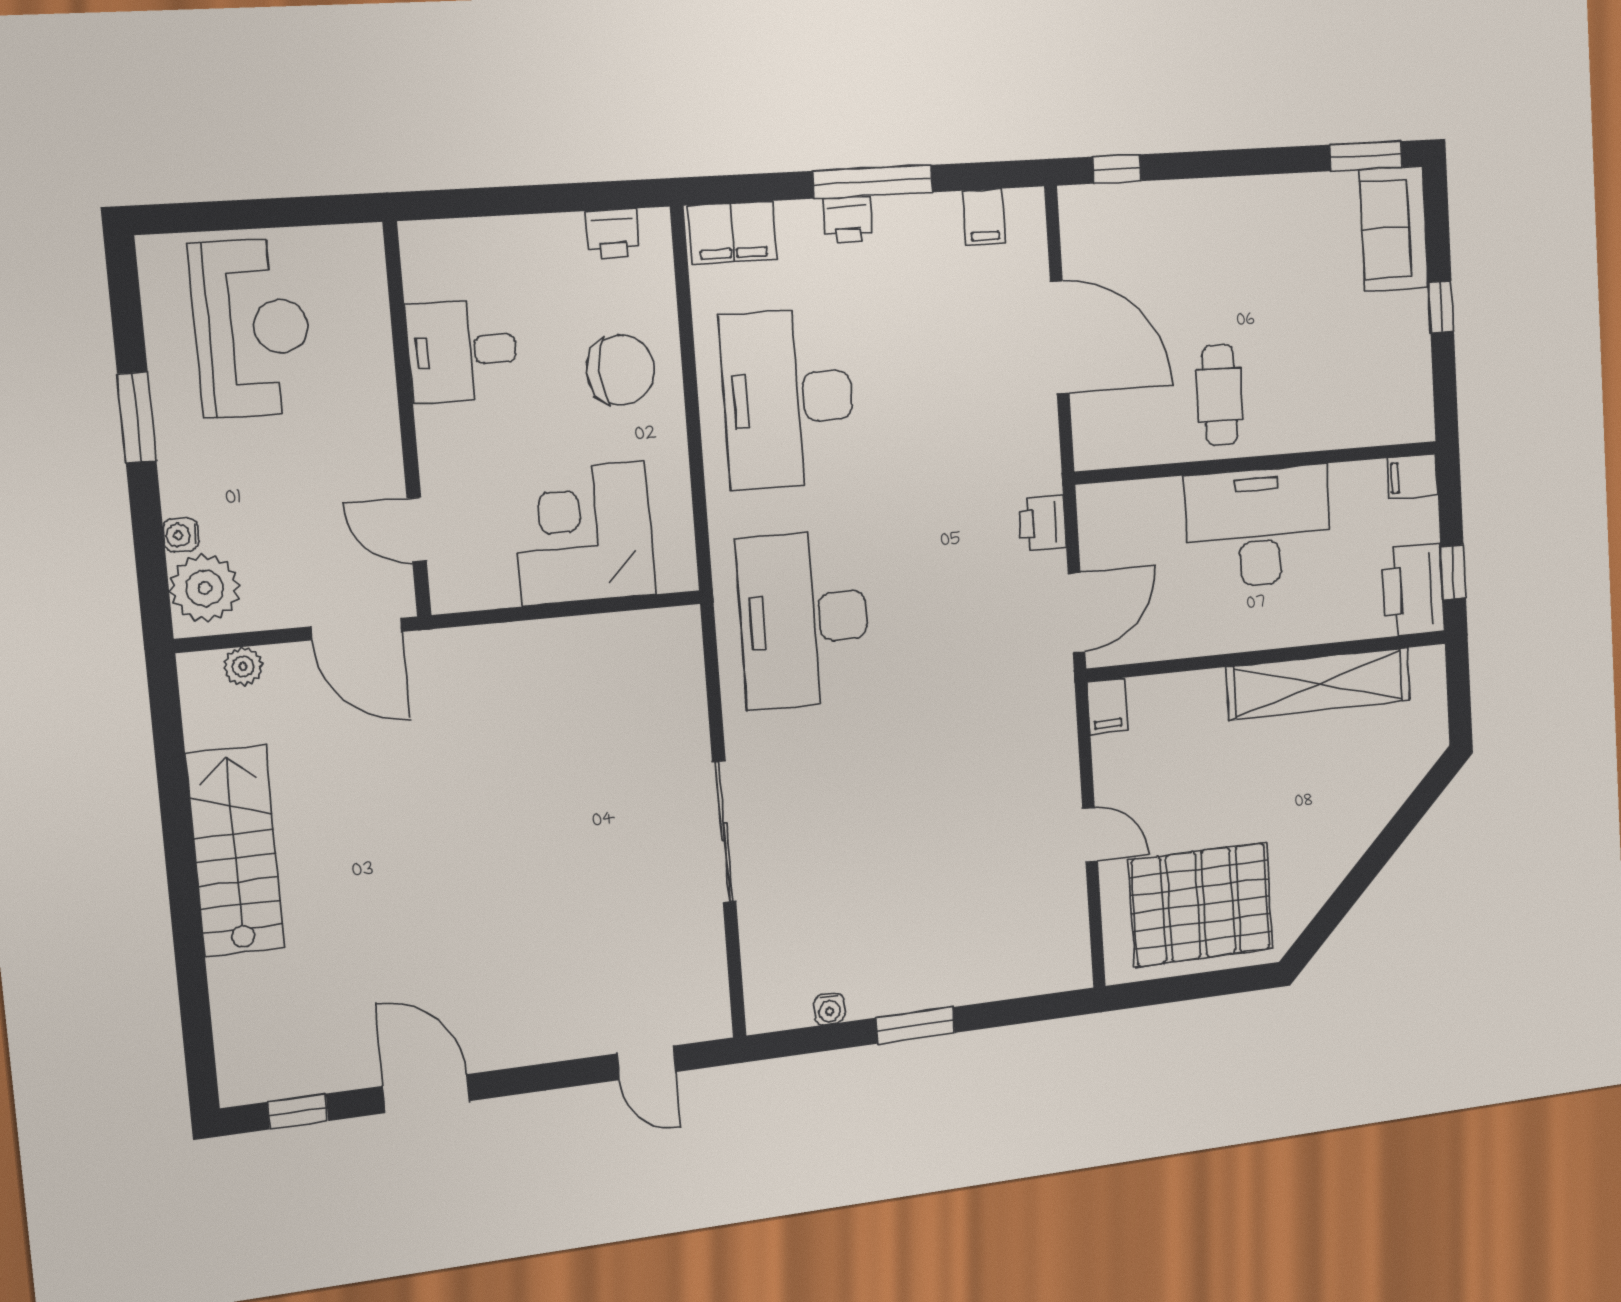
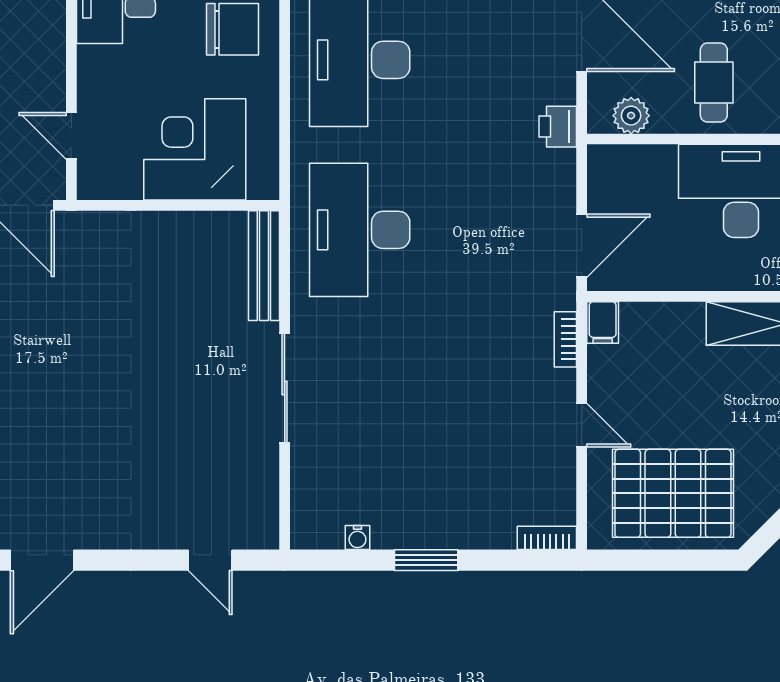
plant: (1125, 444) -> (631, 116), added
printer: (1042, 523) -> (558, 127), moved
bench: (686, 677) -> (264, 266), added
bookcase: (1064, 731) -> (565, 339), added
bookcase: (1058, 978) -> (547, 538), added
door: (426, 1094) -> (42, 560), swing flipped

